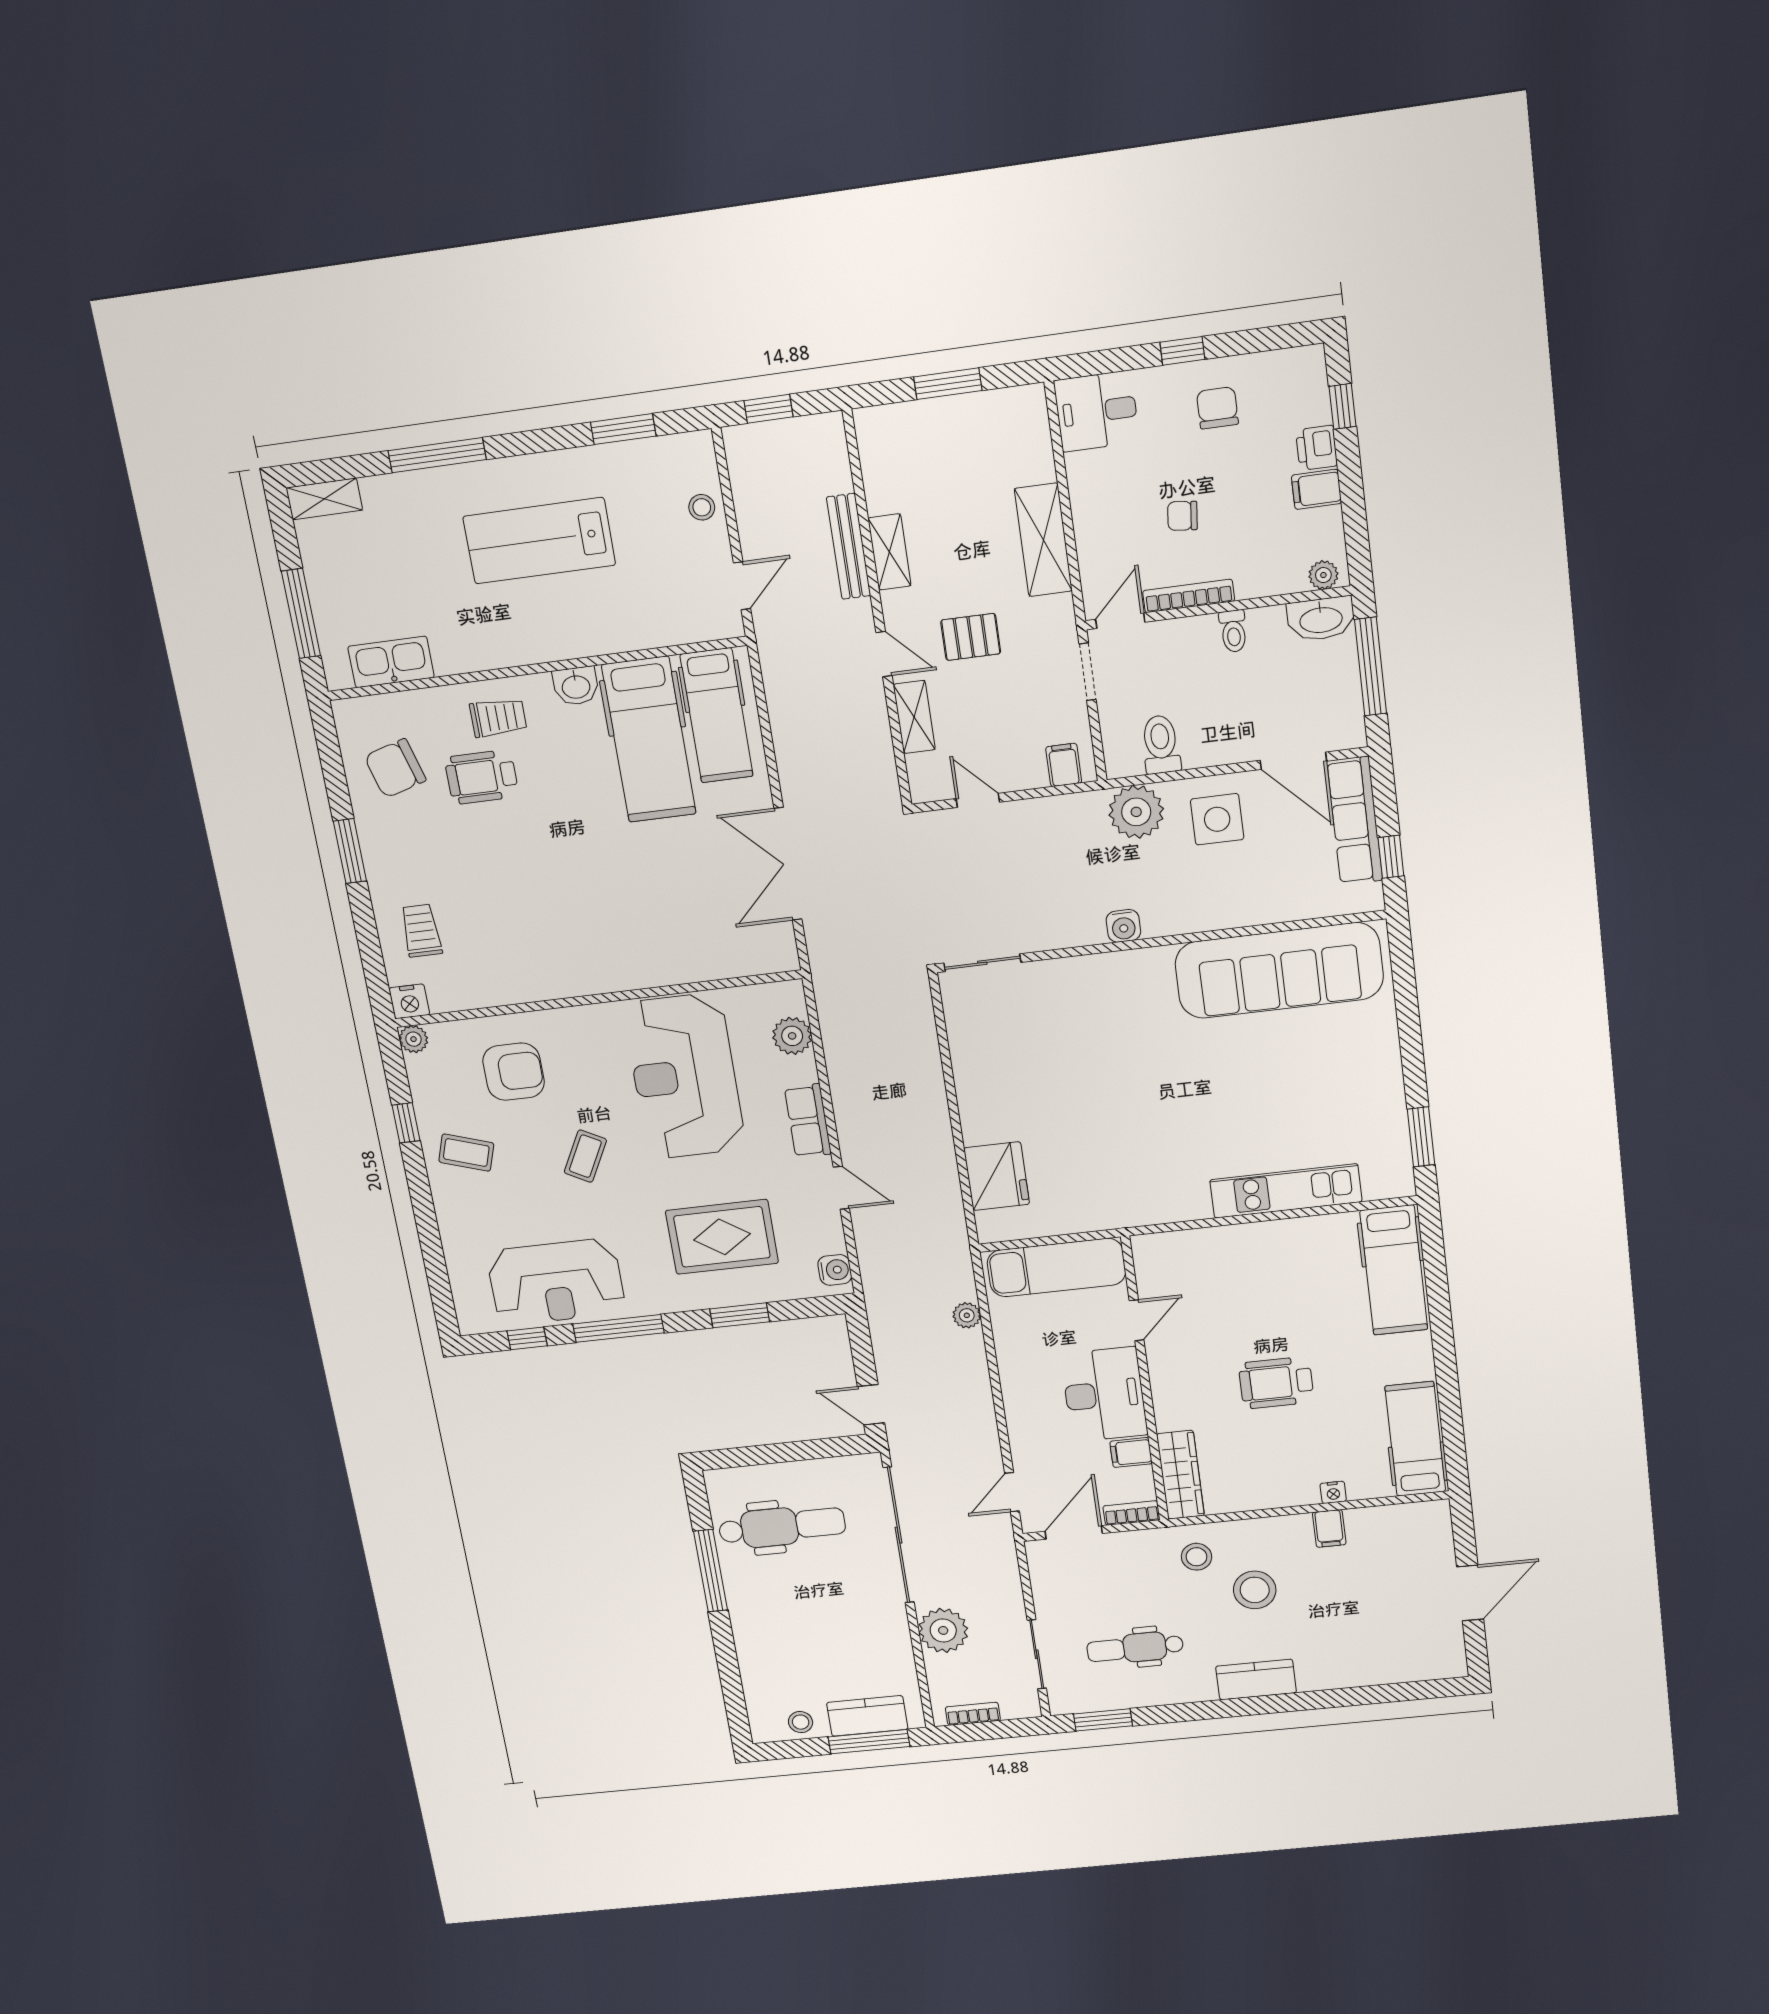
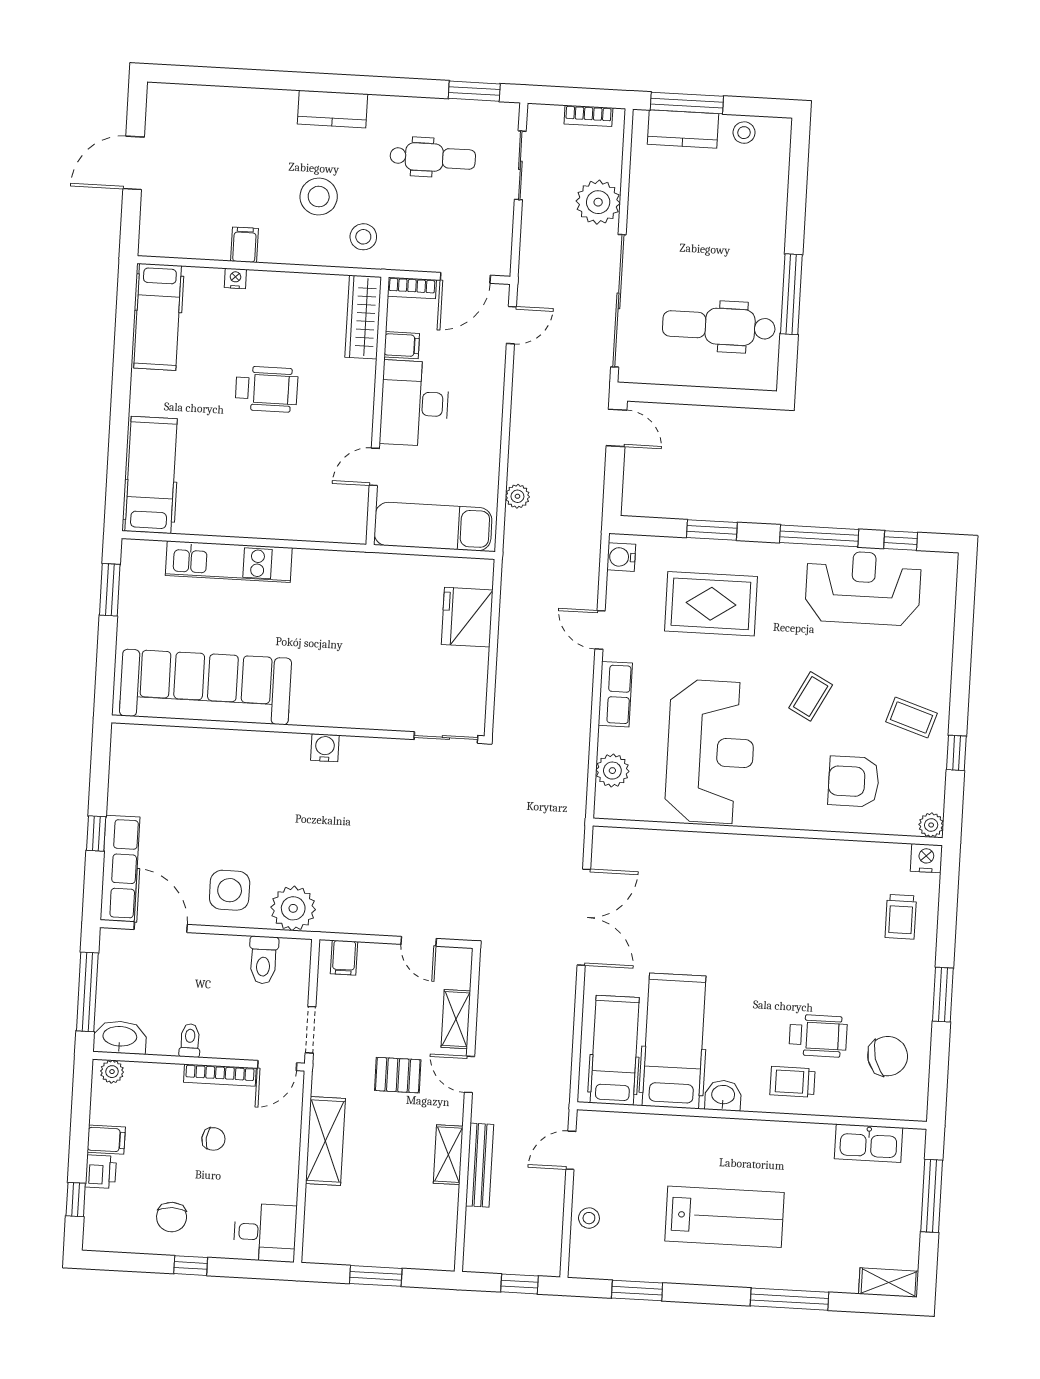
water cooler: (1123, 926) -> (325, 748), moved
wall: (1160, 941) -> (298, 729), moved
sliding door: (982, 963) -> (446, 738), moved
sofa: (1279, 971) -> (205, 687), moved

